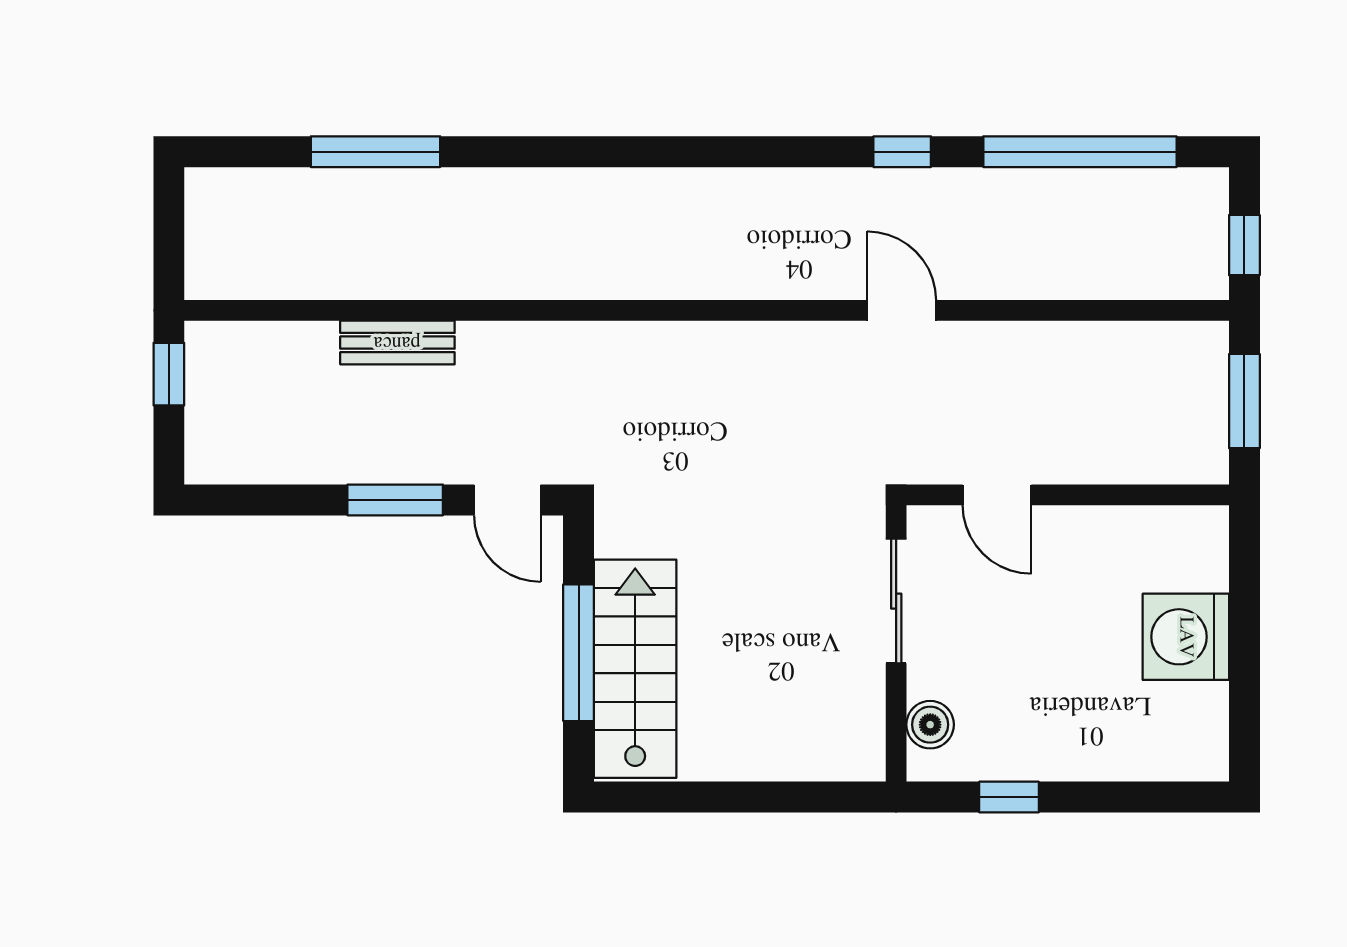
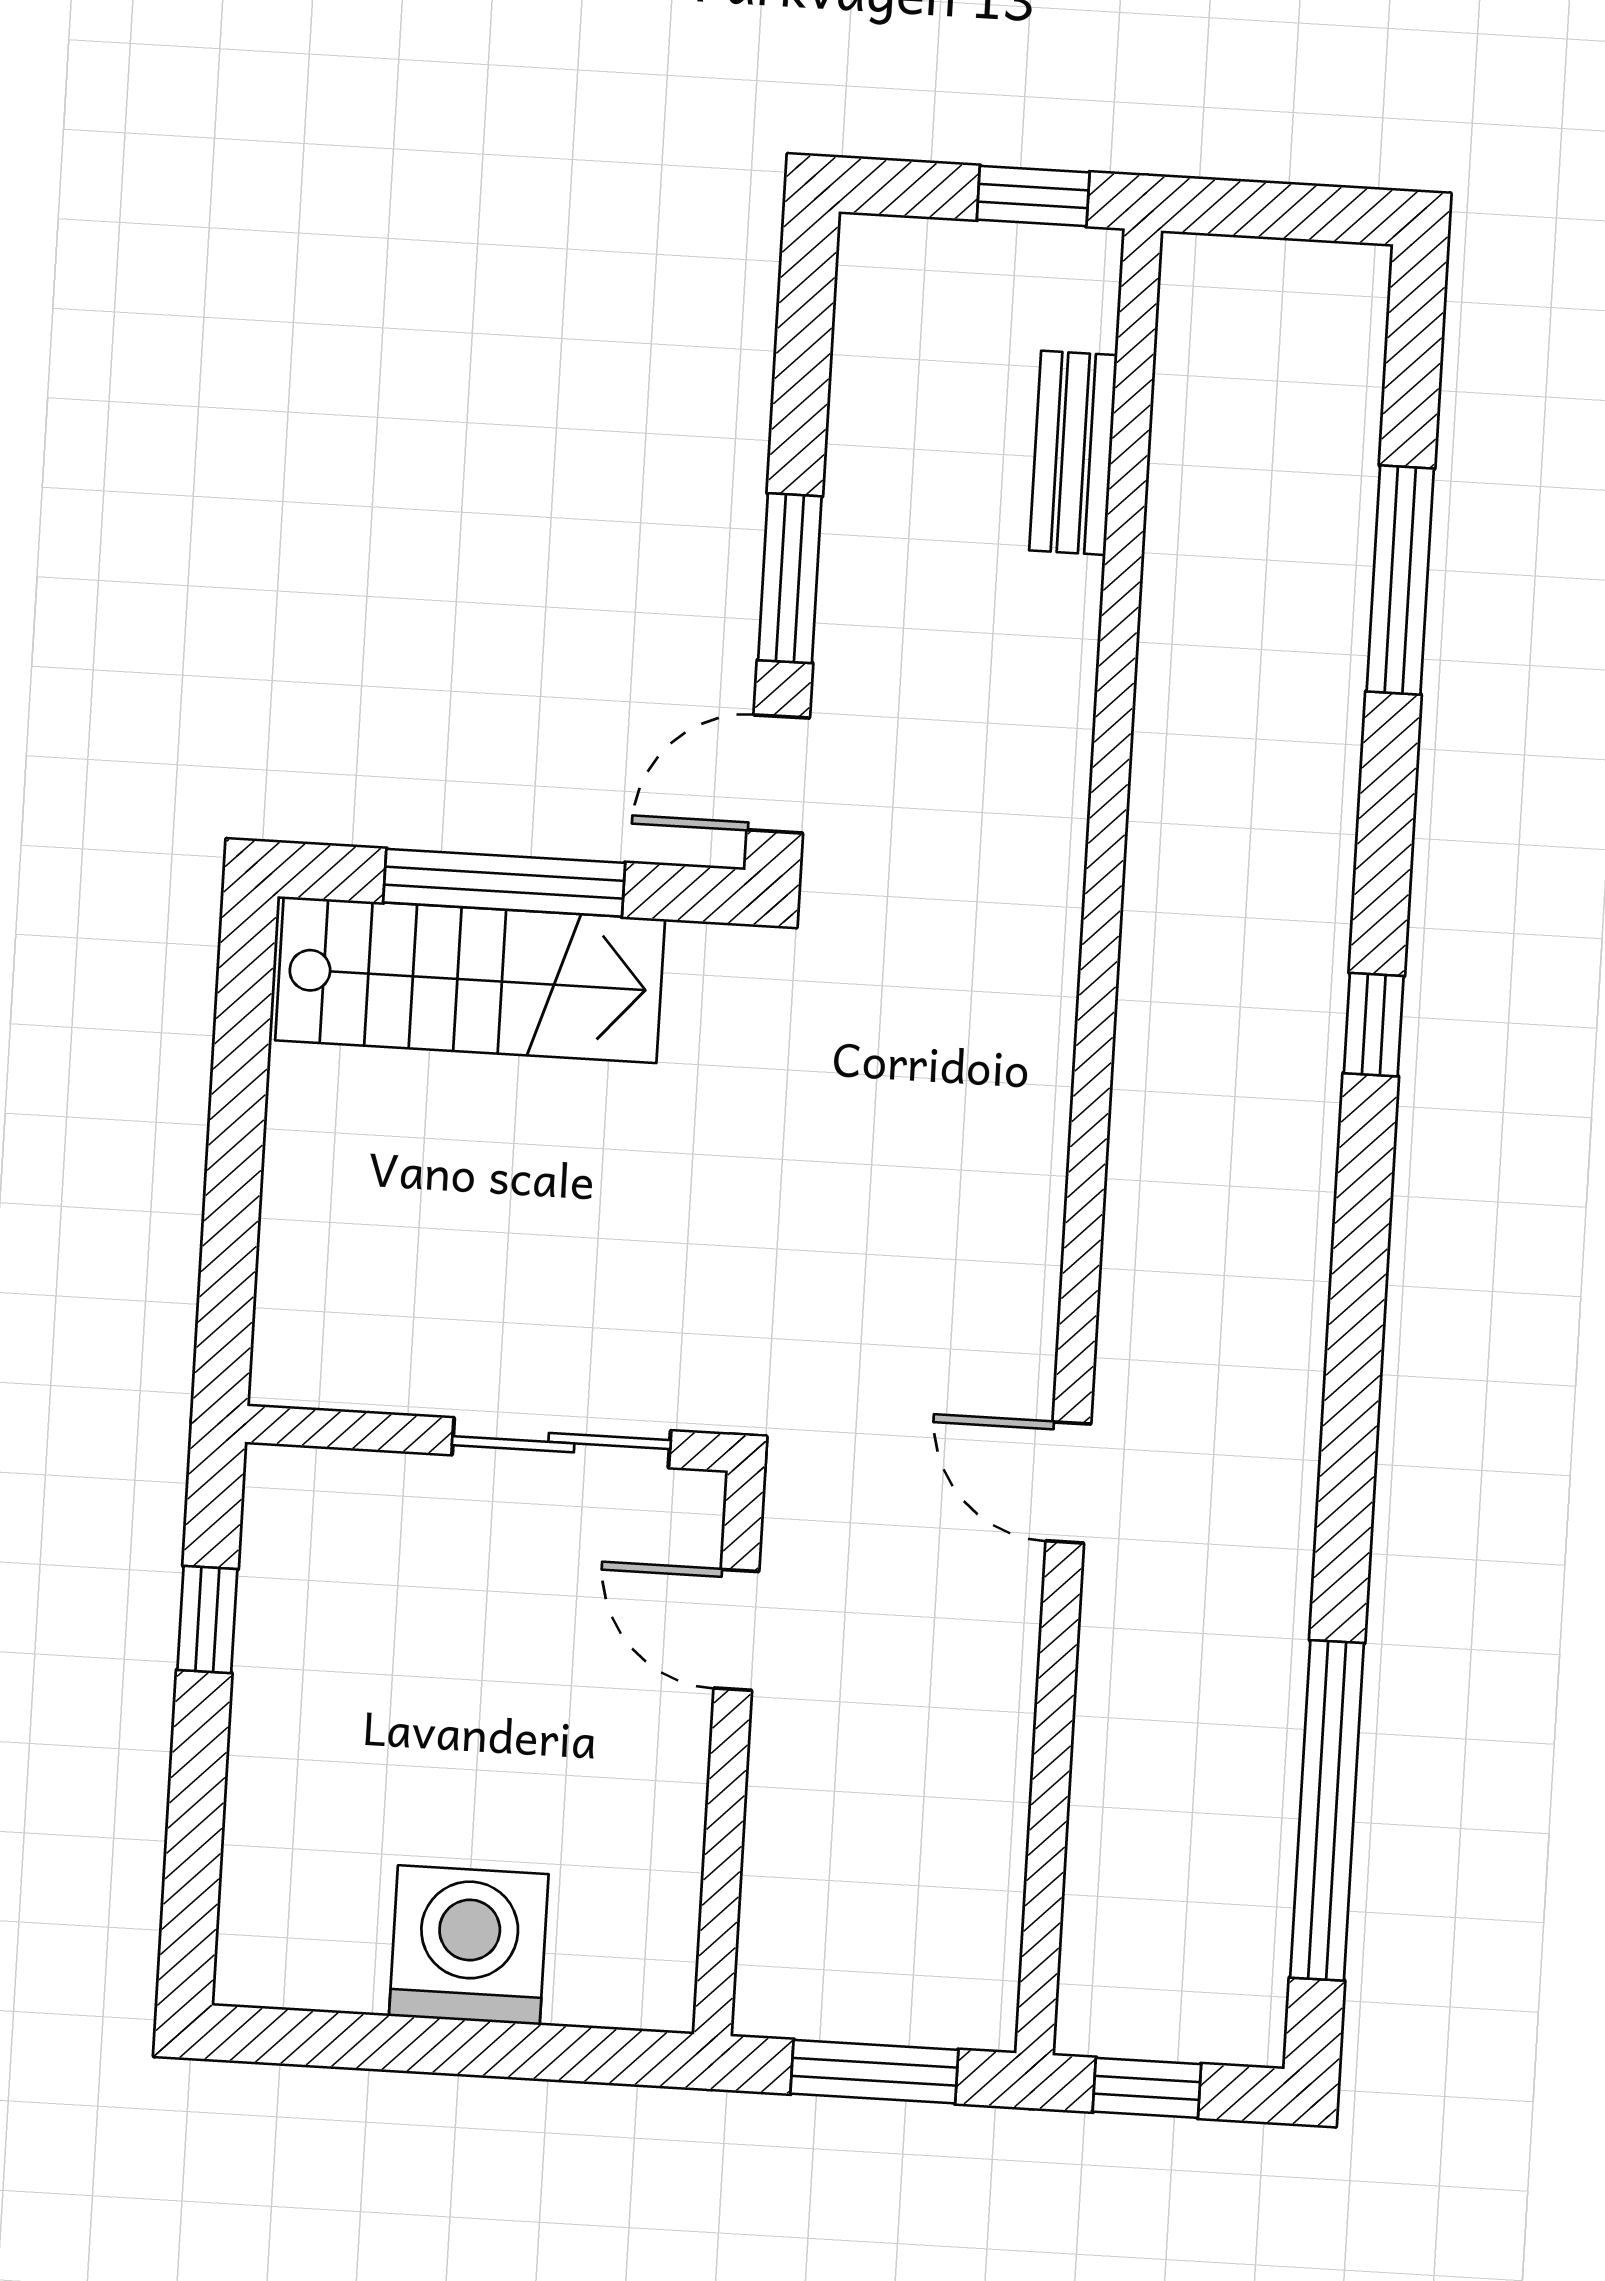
window: (902, 152) -> (1374, 1025), moved
door: (902, 310) -> (1068, 1482), swing flipped
bench: (397, 343) -> (1073, 453), moved
door: (997, 495) -> (736, 1630), hinge flipped
boiler: (930, 725) -> (342, 1489), removed

